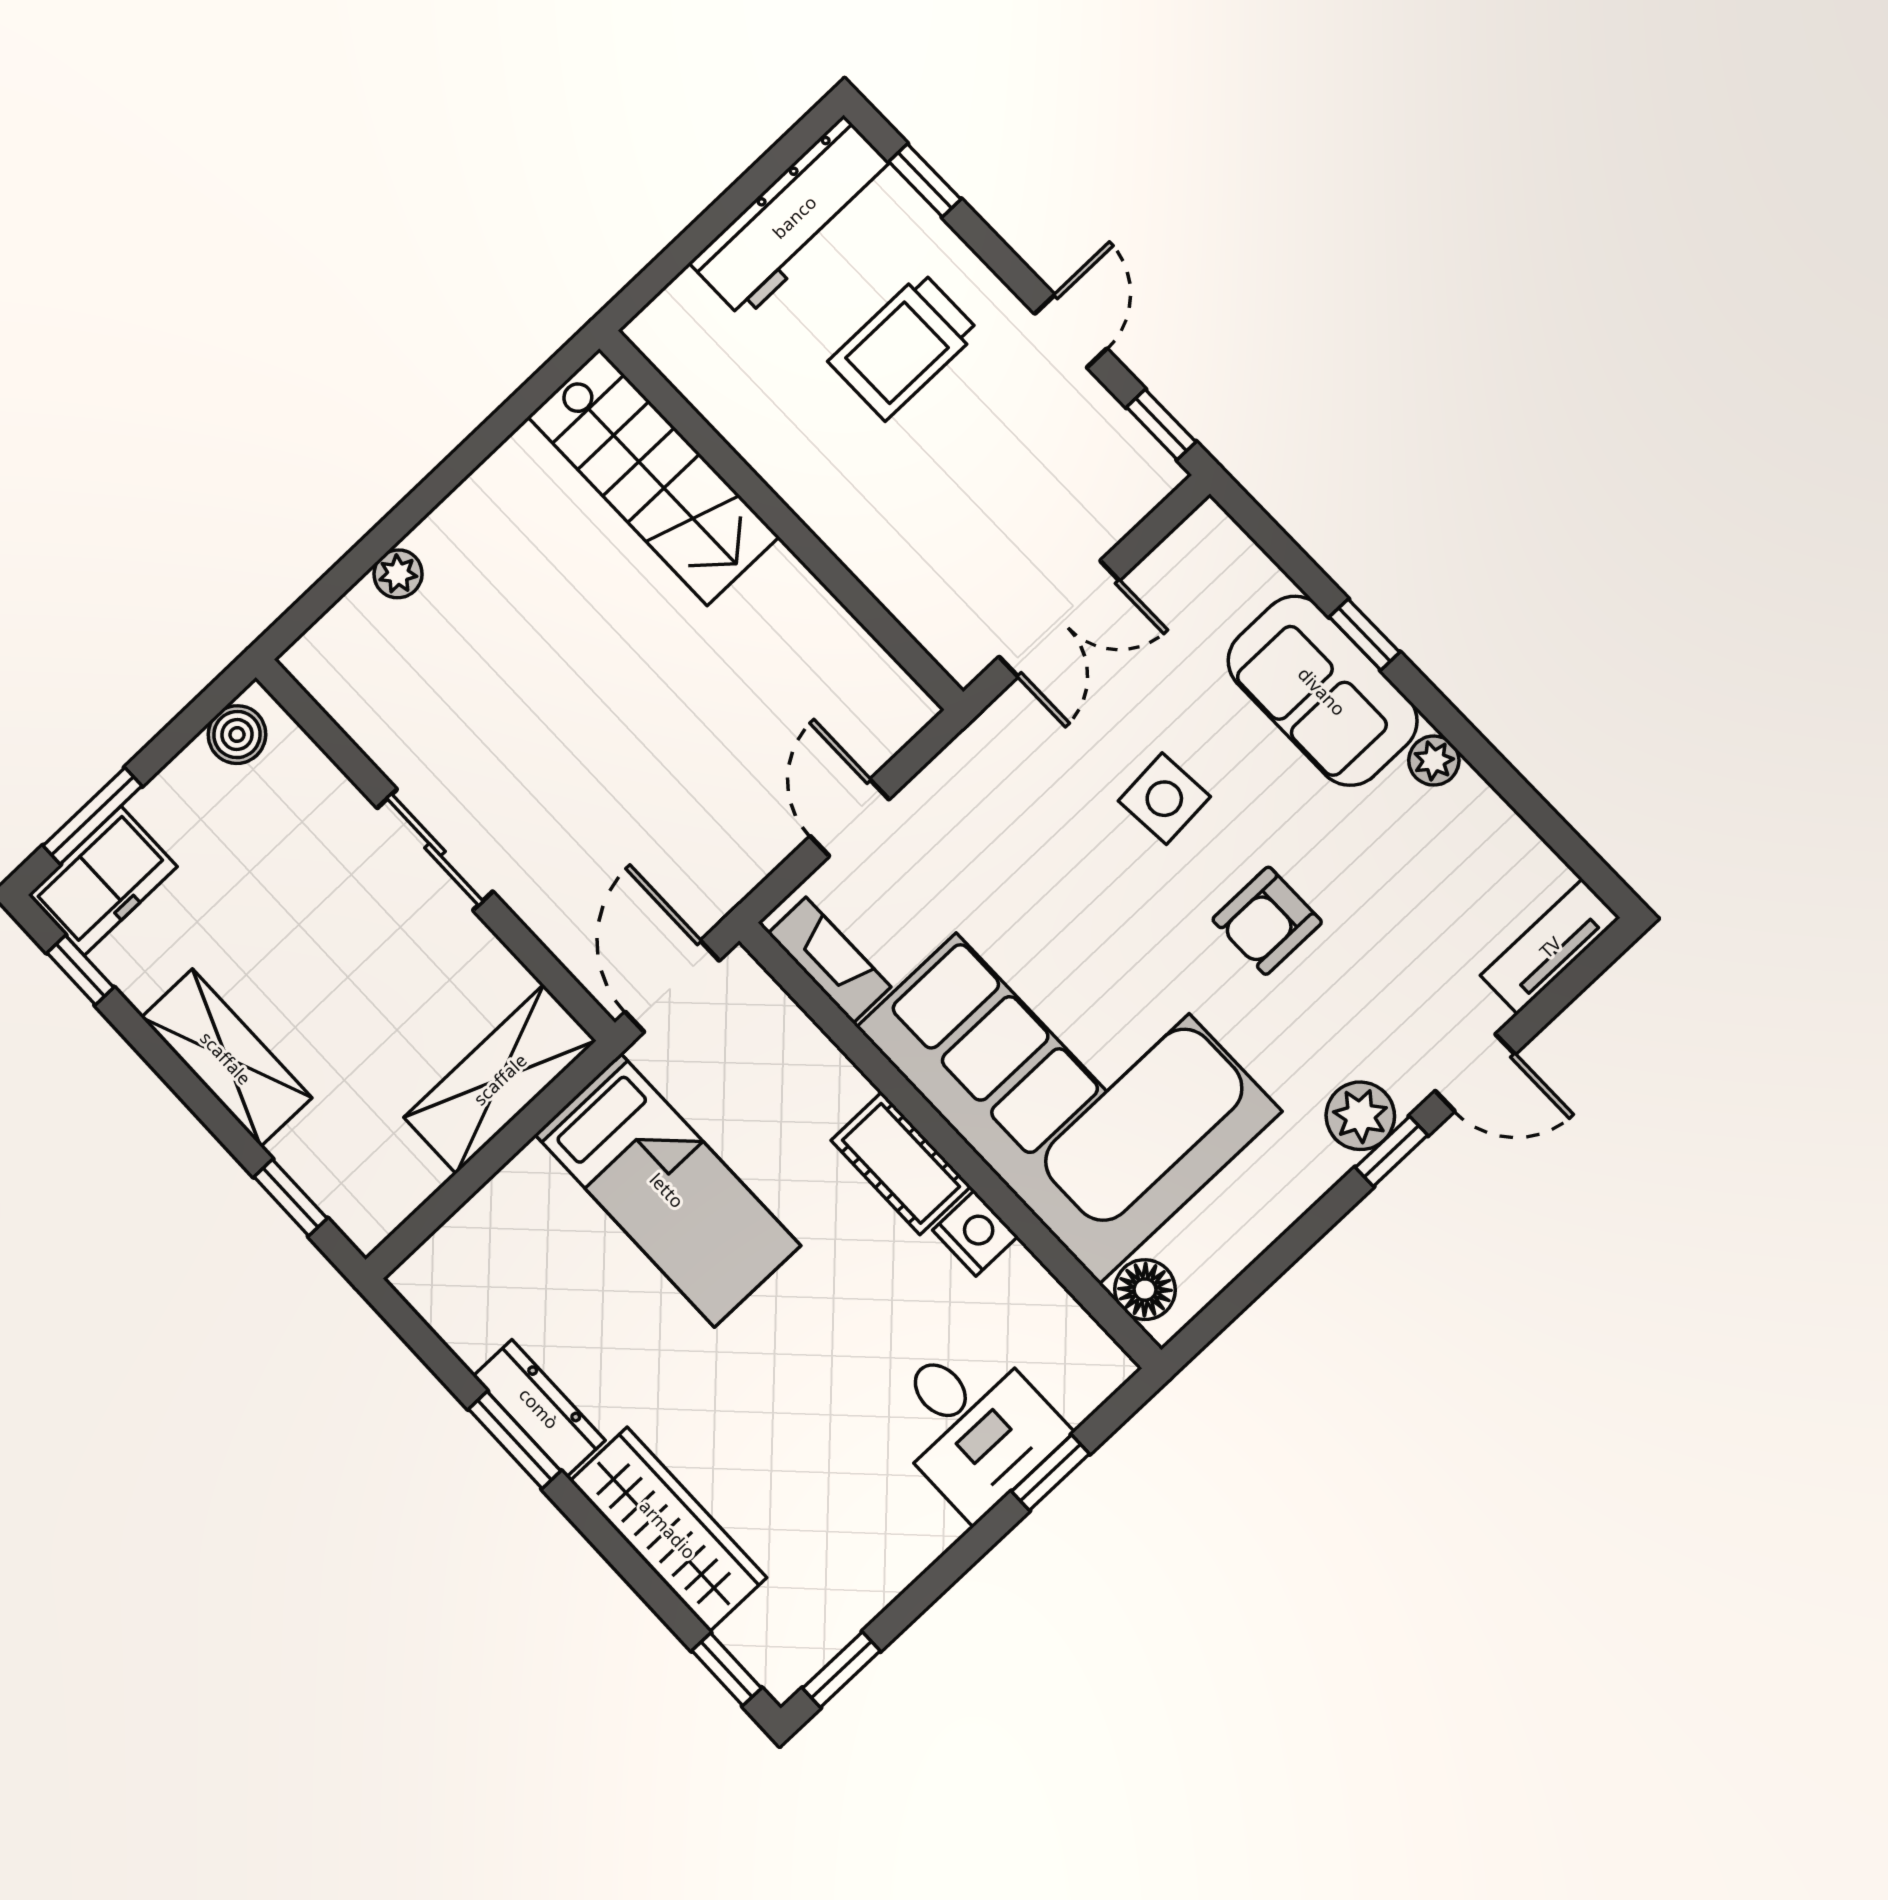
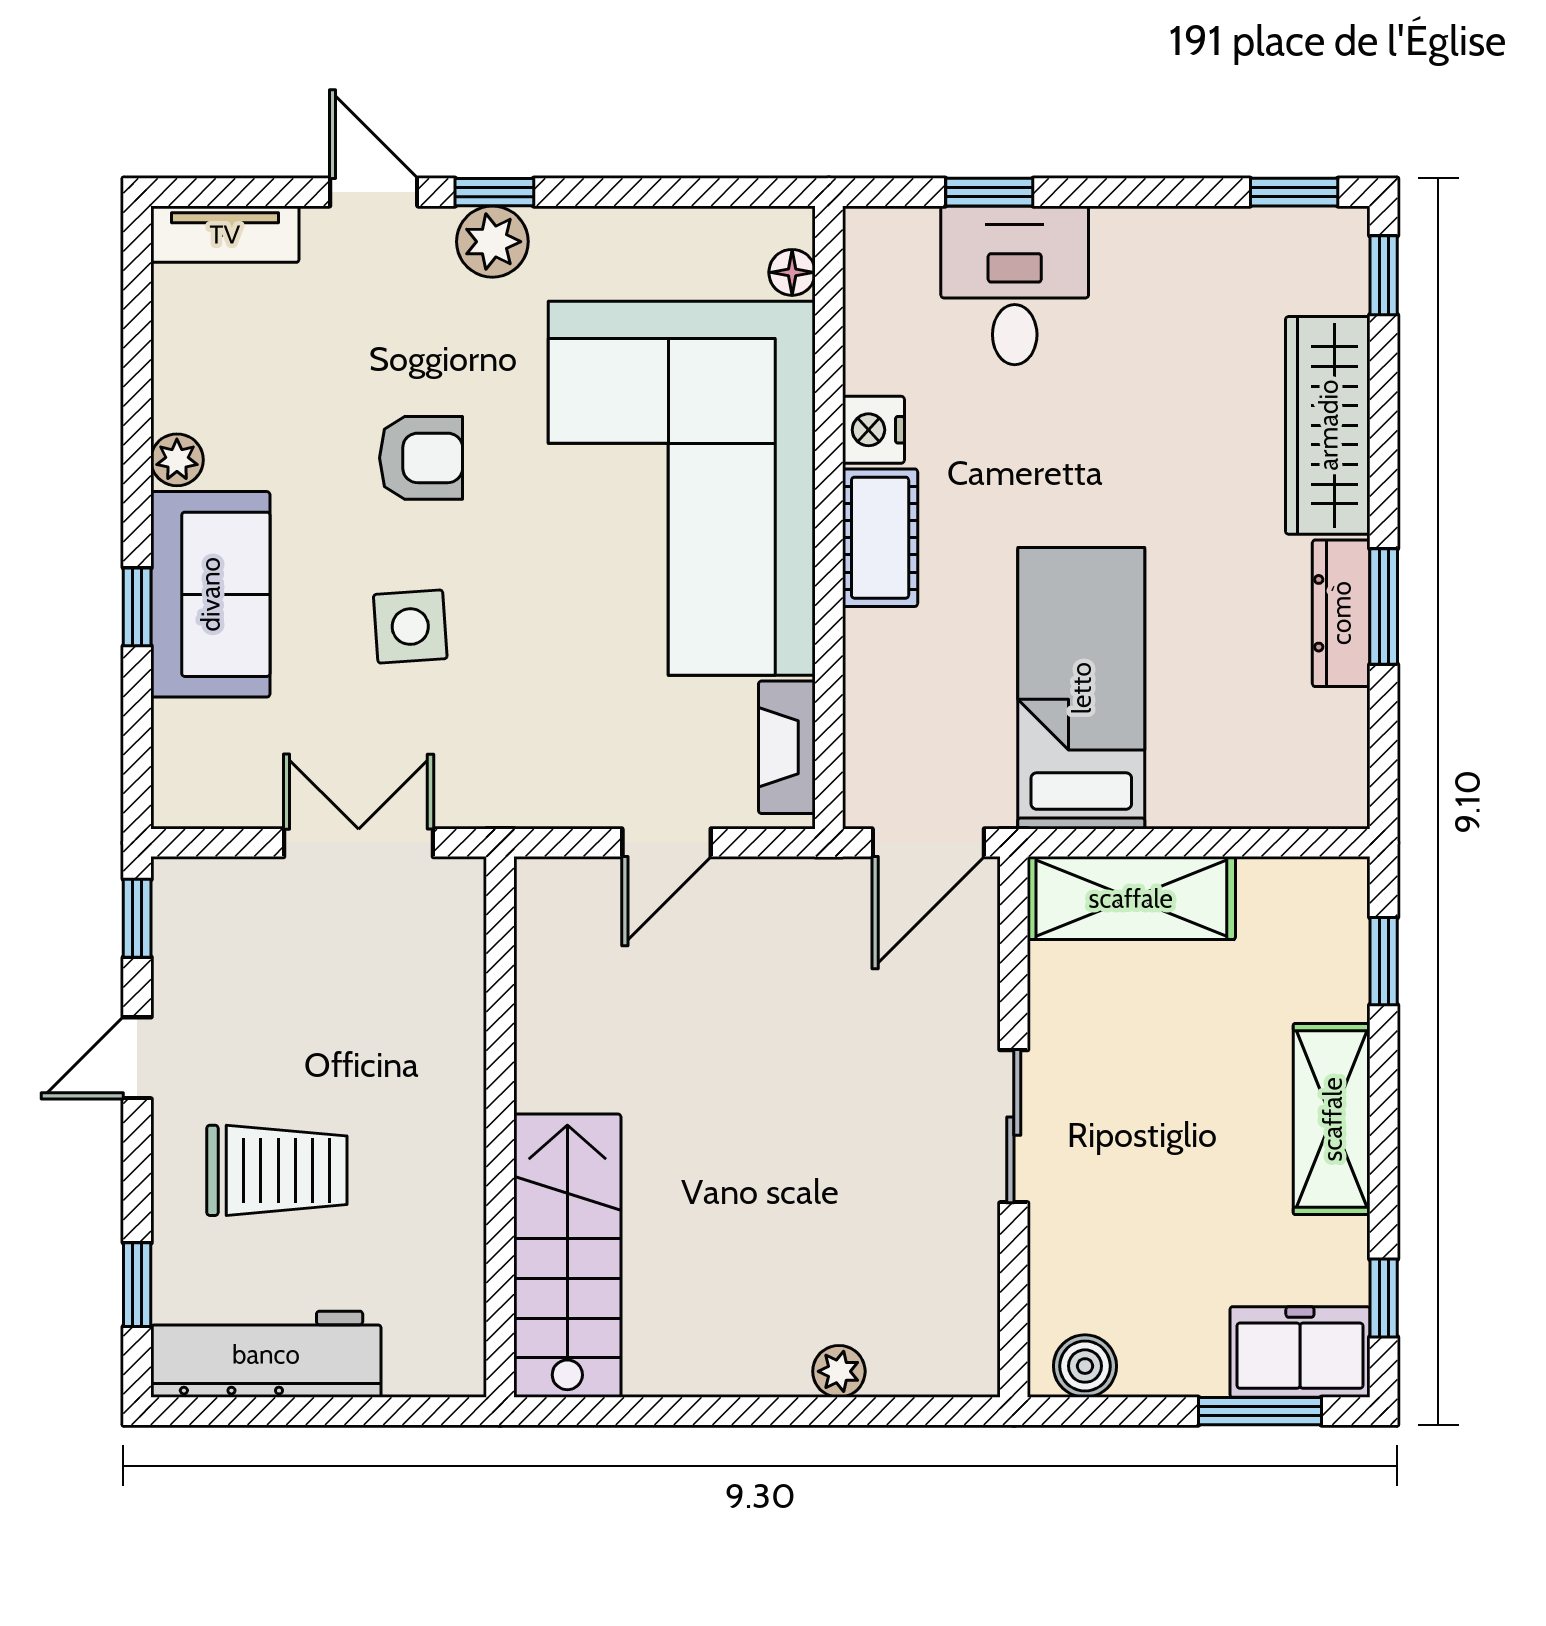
floor lamp: (1145, 1290) -> (792, 272), width x0.73, depth x0.73

